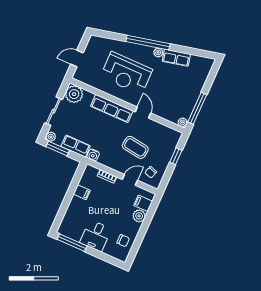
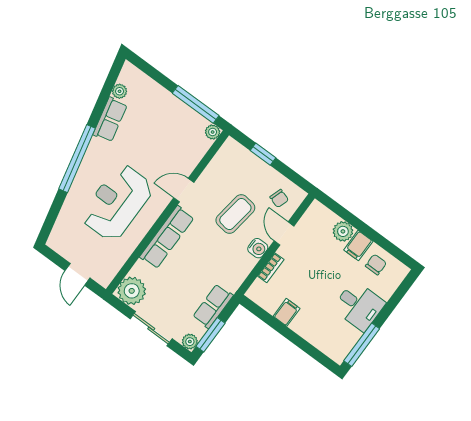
plant: (158, 52) -> (120, 91), moved
reception desk: (126, 73) -> (117, 202), turned 180
water cooler: (93, 155) -> (258, 248), moved
filing cabinet: (143, 203) -> (358, 246), moved

